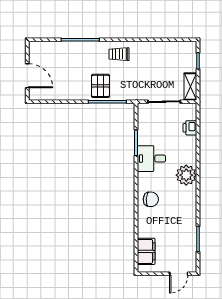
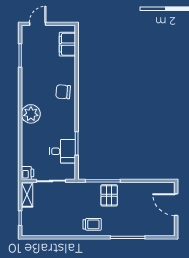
printer: (190, 128) -> (27, 173), moved
desk: (151, 159) -> (63, 151), moved

